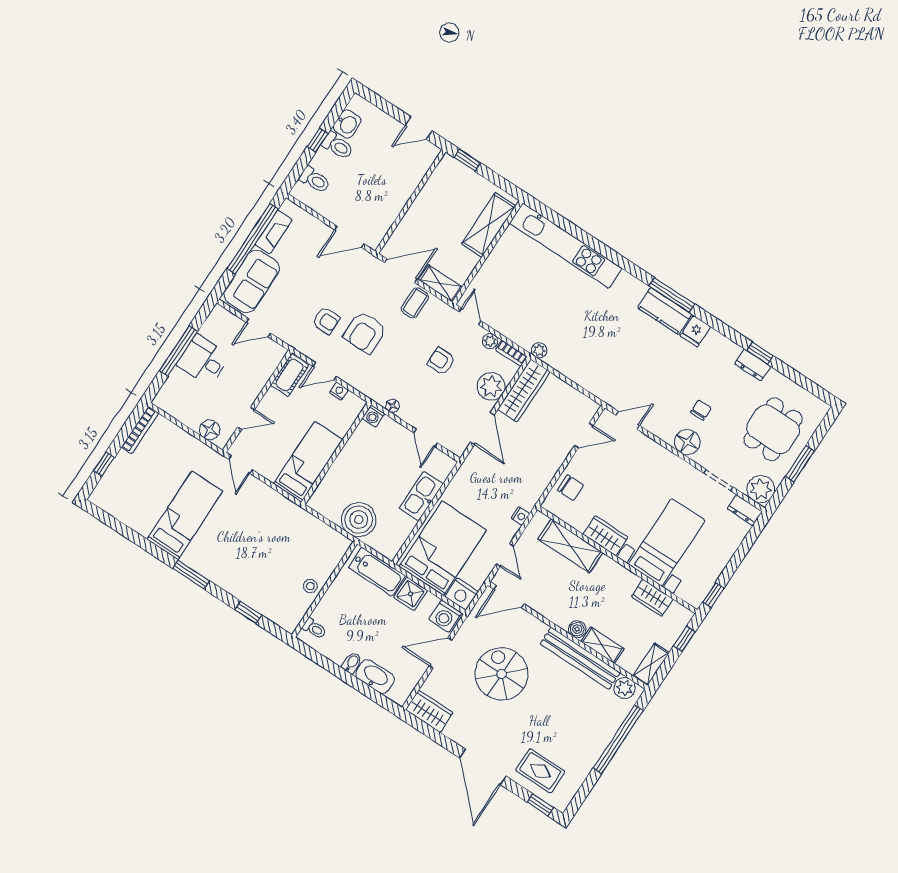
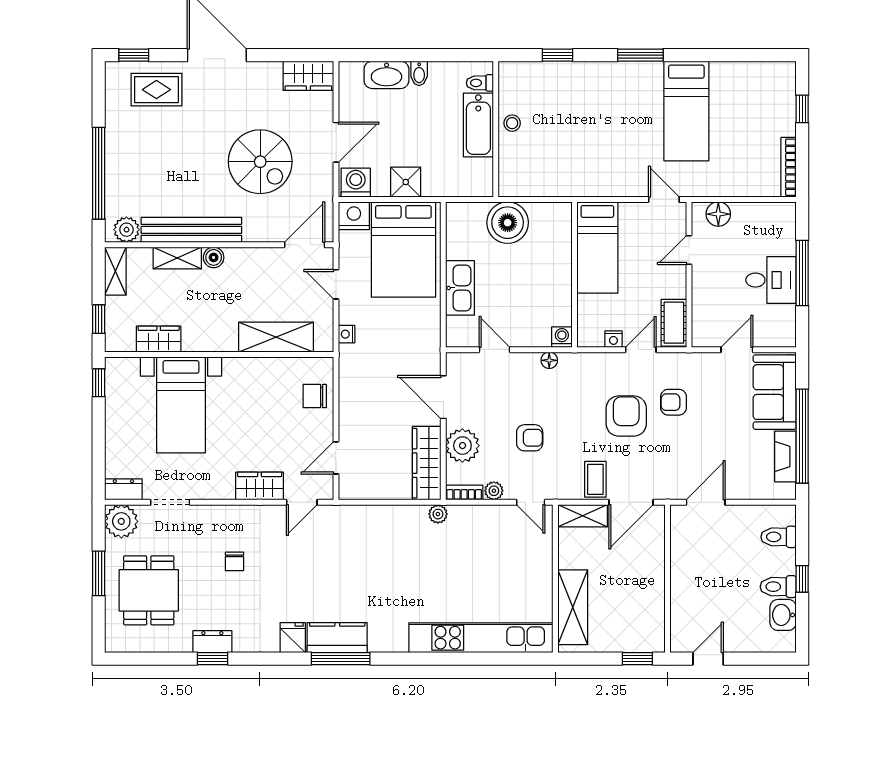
floor lamp: (687, 442) -> (227, 520), removed
wardrobe: (605, 536) -> (260, 486), moved, turned 180
bathtub: (377, 572) -> (478, 125), moved, turned -90

